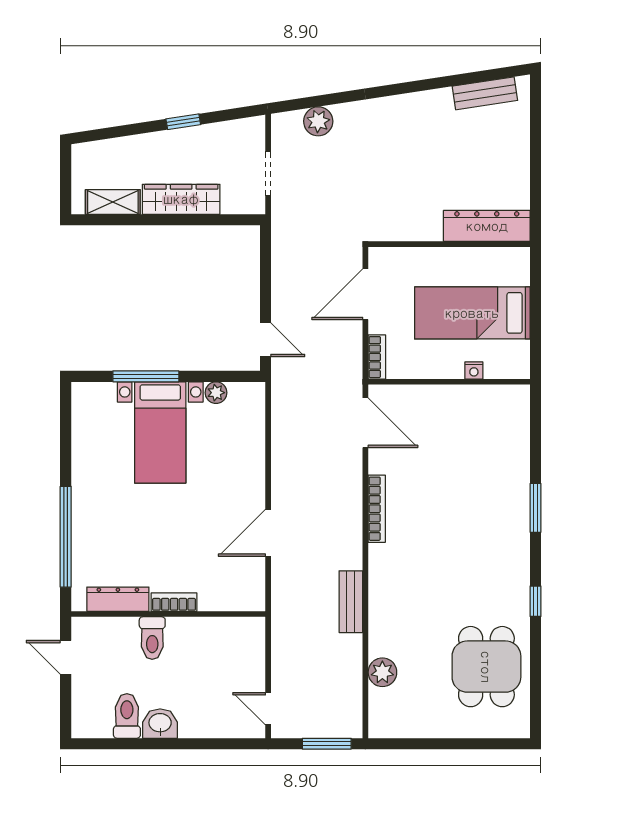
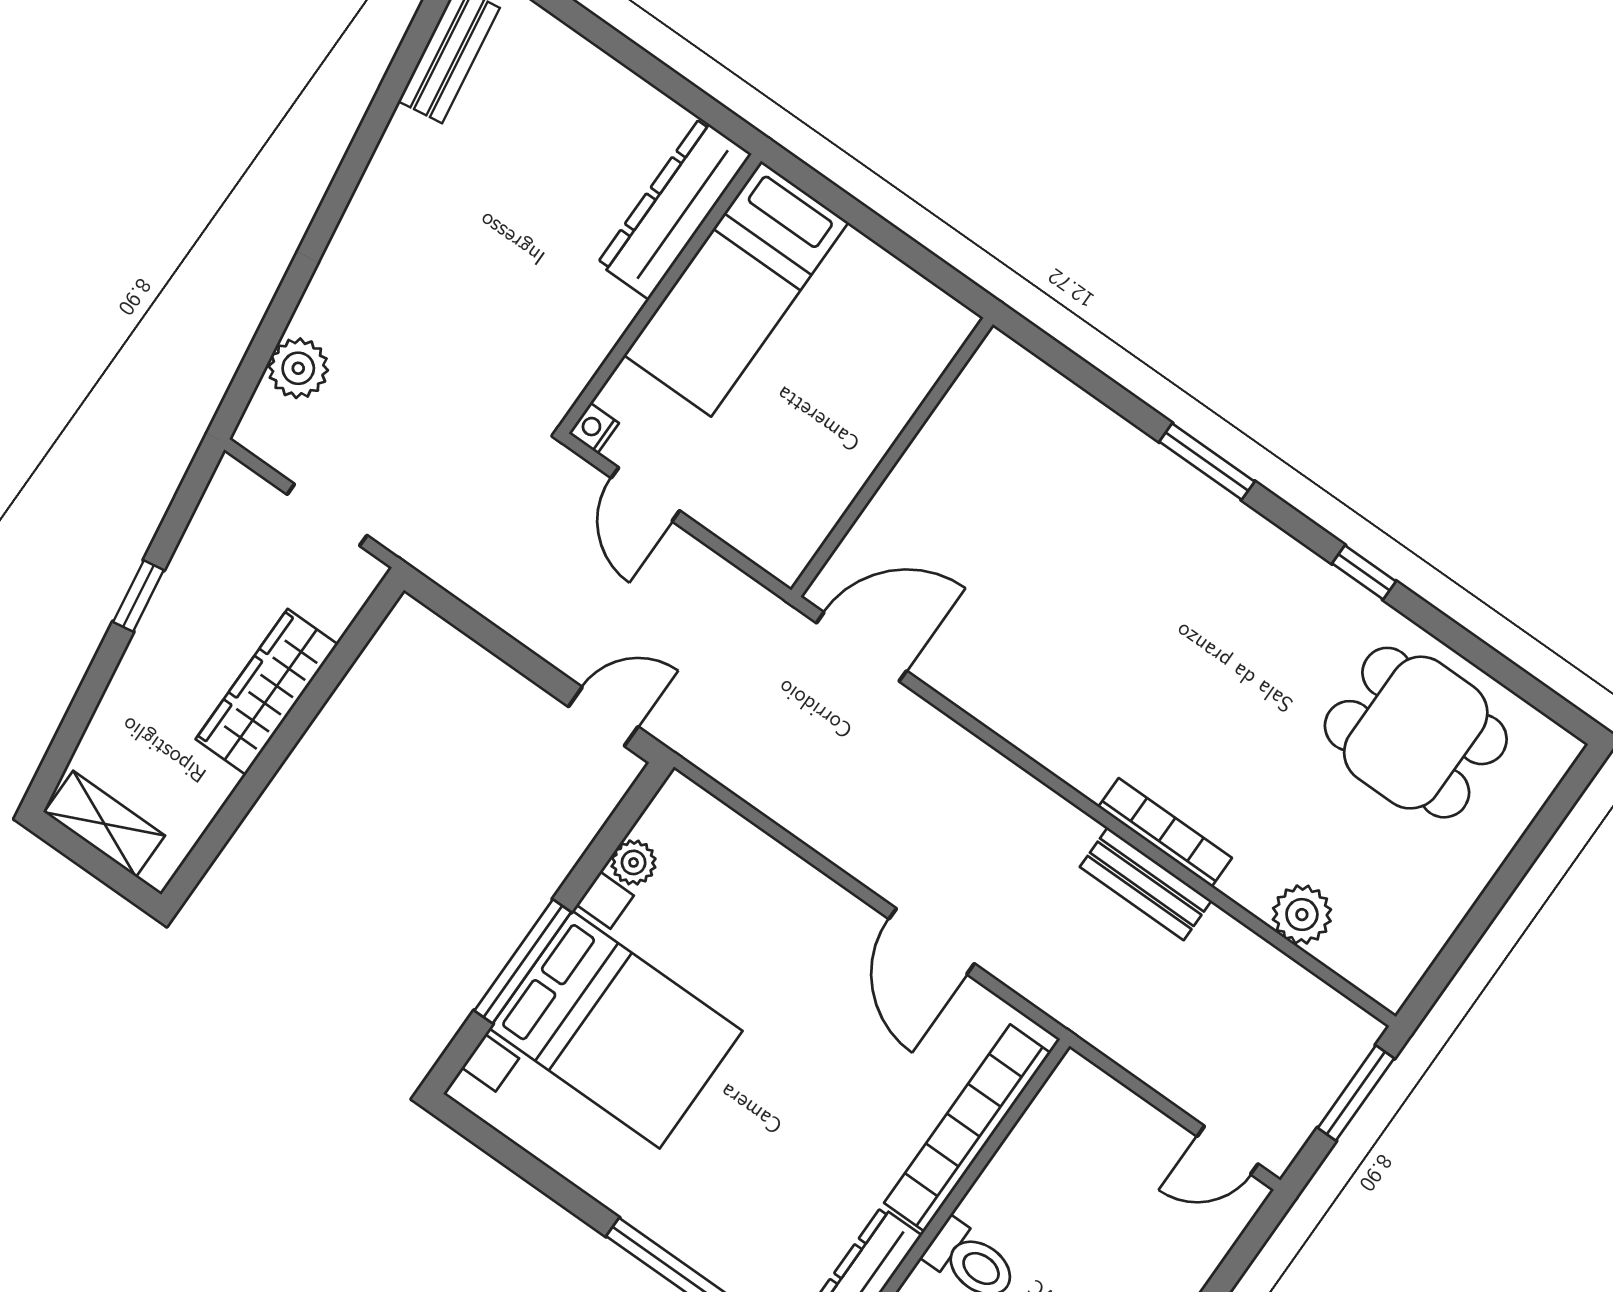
shelving: (113, 202) -> (105, 824), moved, turned 90
door: (365, 294) -> (645, 494), width x0.73
bed: (472, 313) -> (736, 289), moved
bookcase: (377, 357) -> (765, 549), removed
nightstand: (474, 371) -> (594, 428), moved, turned 180
bed with nightstands: (160, 432) -> (616, 1030), width x1.36
bookcase: (377, 509) -> (1165, 832), moved
bookcase: (174, 602) -> (967, 1128), width x2.31, depth x1.31

